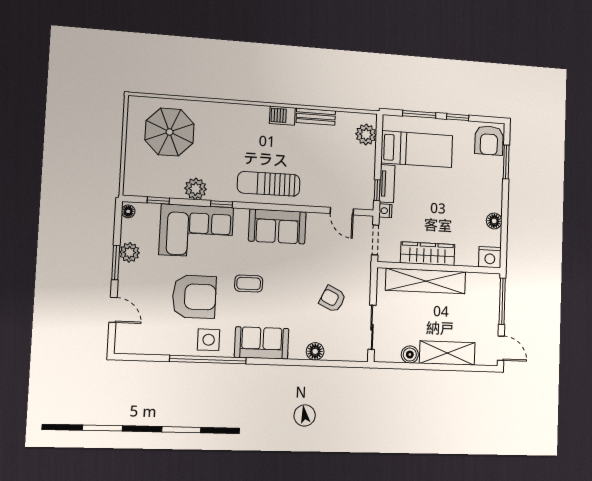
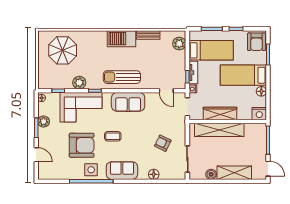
barbecue: (282, 116) -> (122, 39), width x1.88, depth x1.53
bed: (467, 193) -> (243, 75), added

